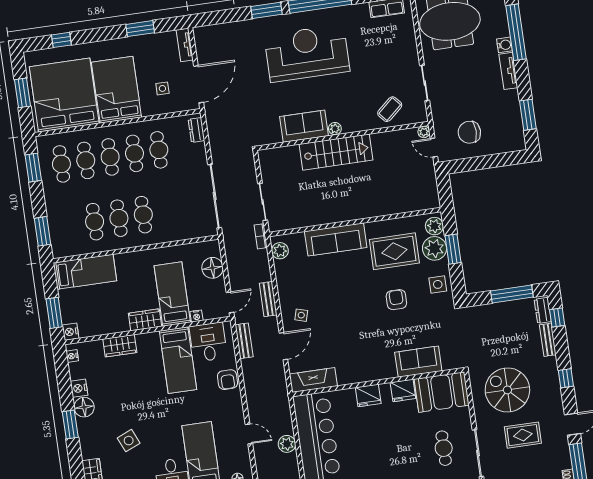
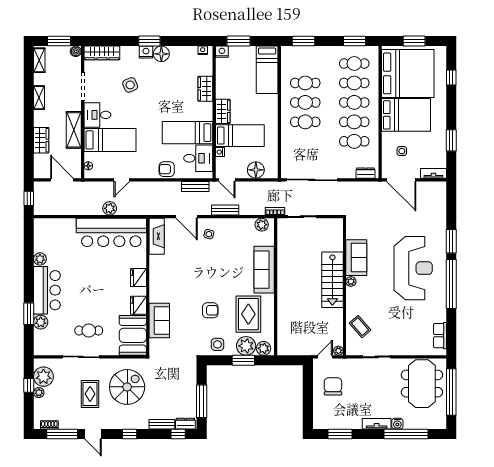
nightstand: (79, 388) -> (146, 52), moved

